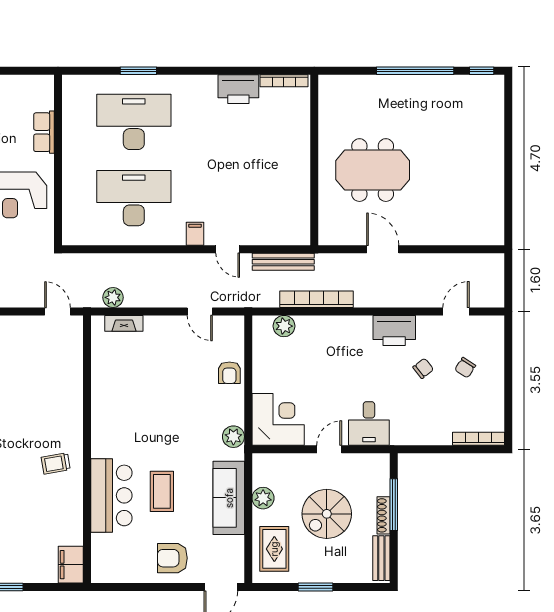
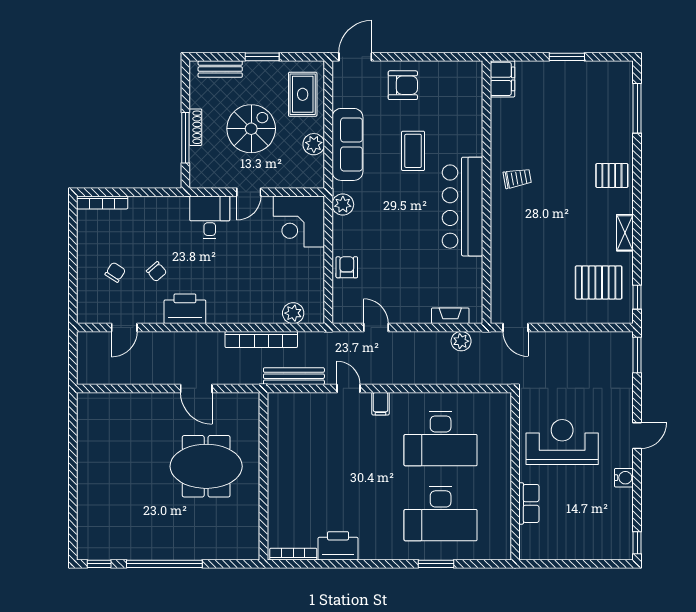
chair: (423, 368) -> (156, 272), turned -93
bar counter: (111, 495) -> (463, 207), moved, width x1.36
bench: (381, 558) -> (220, 69), moved, turned 90

